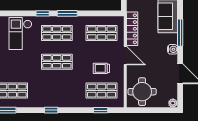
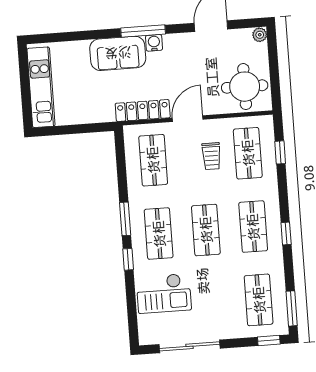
water cooler: (173, 49) -> (154, 43), moved
shop shelf: (57, 91) -> (253, 227), added

